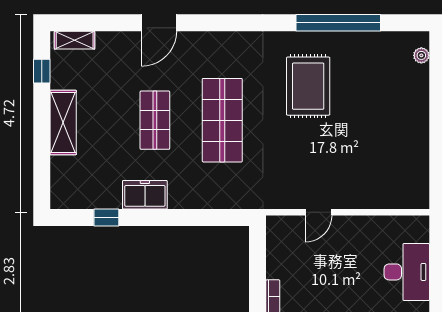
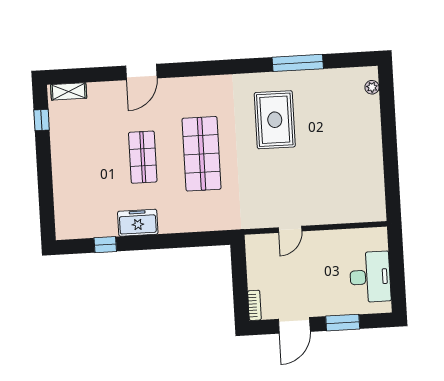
window: (338, 23) -> (298, 63), width x0.68
shelving: (63, 122) -> (63, 164), removed

